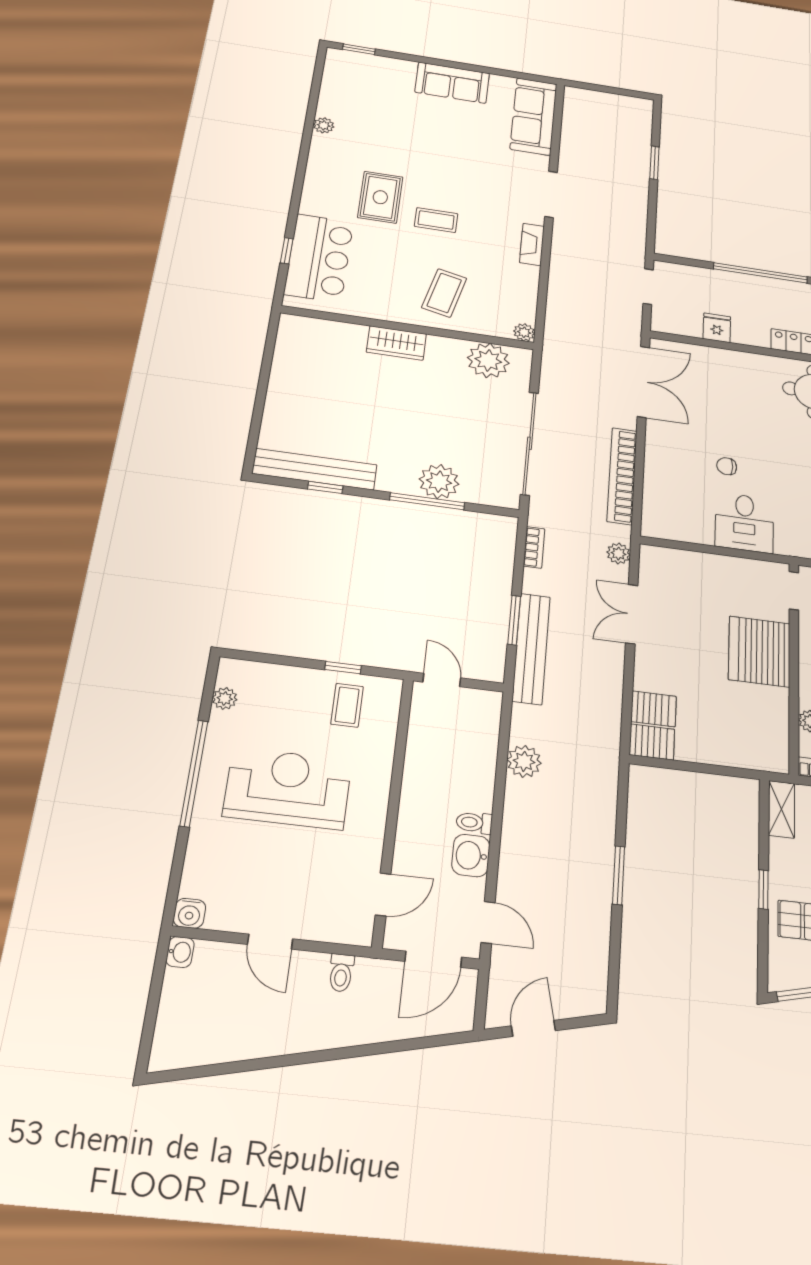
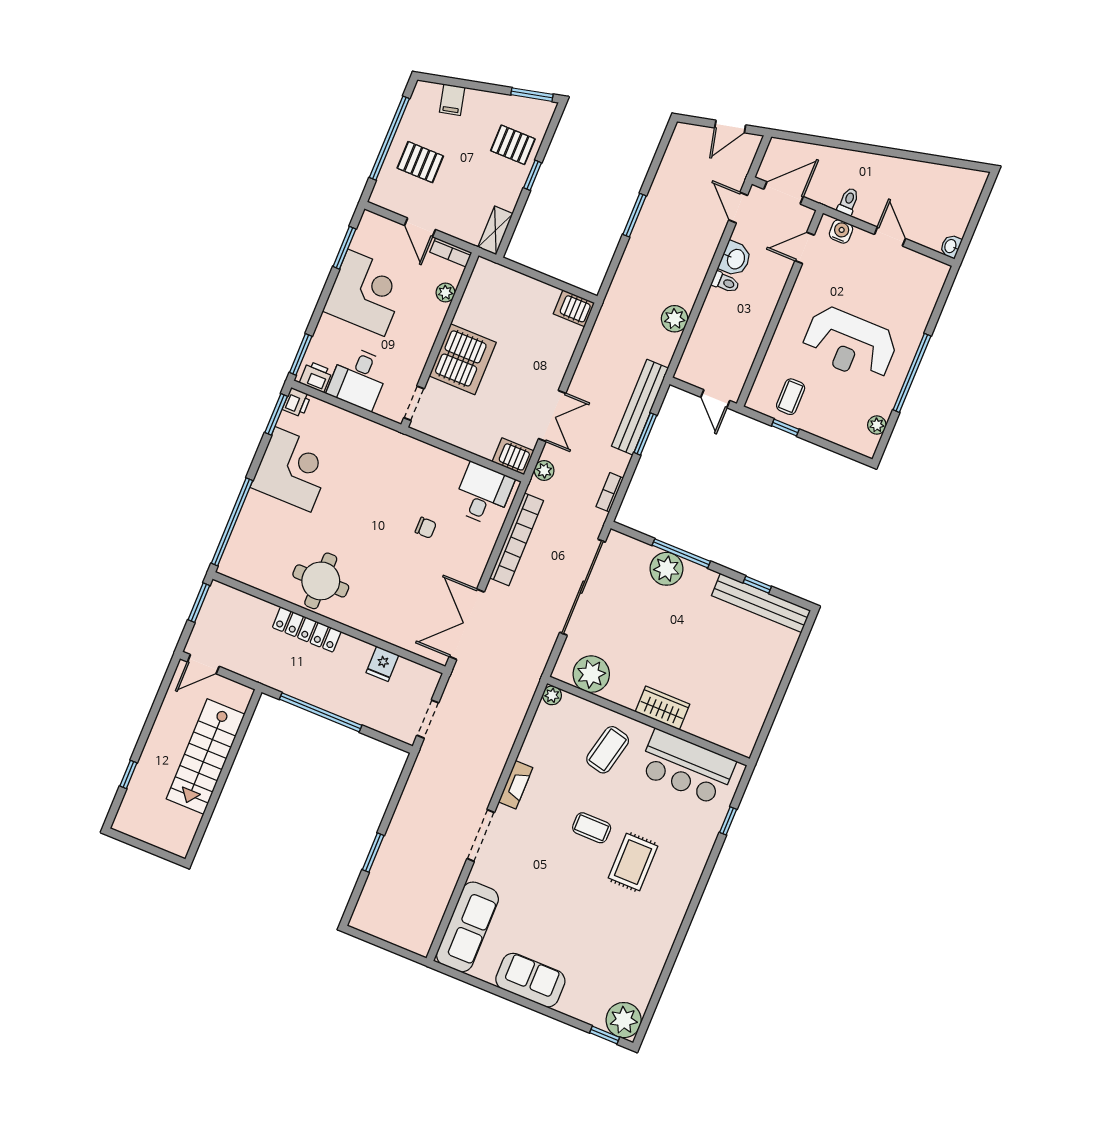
plant: (324, 125) -> (624, 1020), moved, width x1.88, depth x1.88
bar counter: (319, 258) -> (687, 767), moved, turned -90
desk: (744, 523) -> (483, 494), moved
server rack: (654, 709) -> (513, 456), moved
water cooler: (189, 913) -> (841, 231), moved

